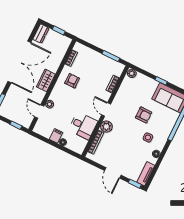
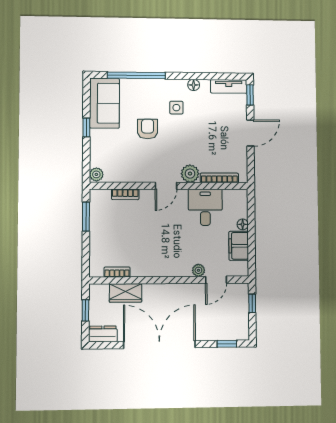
wardrobe: (46, 80) -> (126, 293), moved
armchair: (72, 81) -> (149, 255), removed
filing cabinet: (56, 136) -> (239, 246), width x2.00

